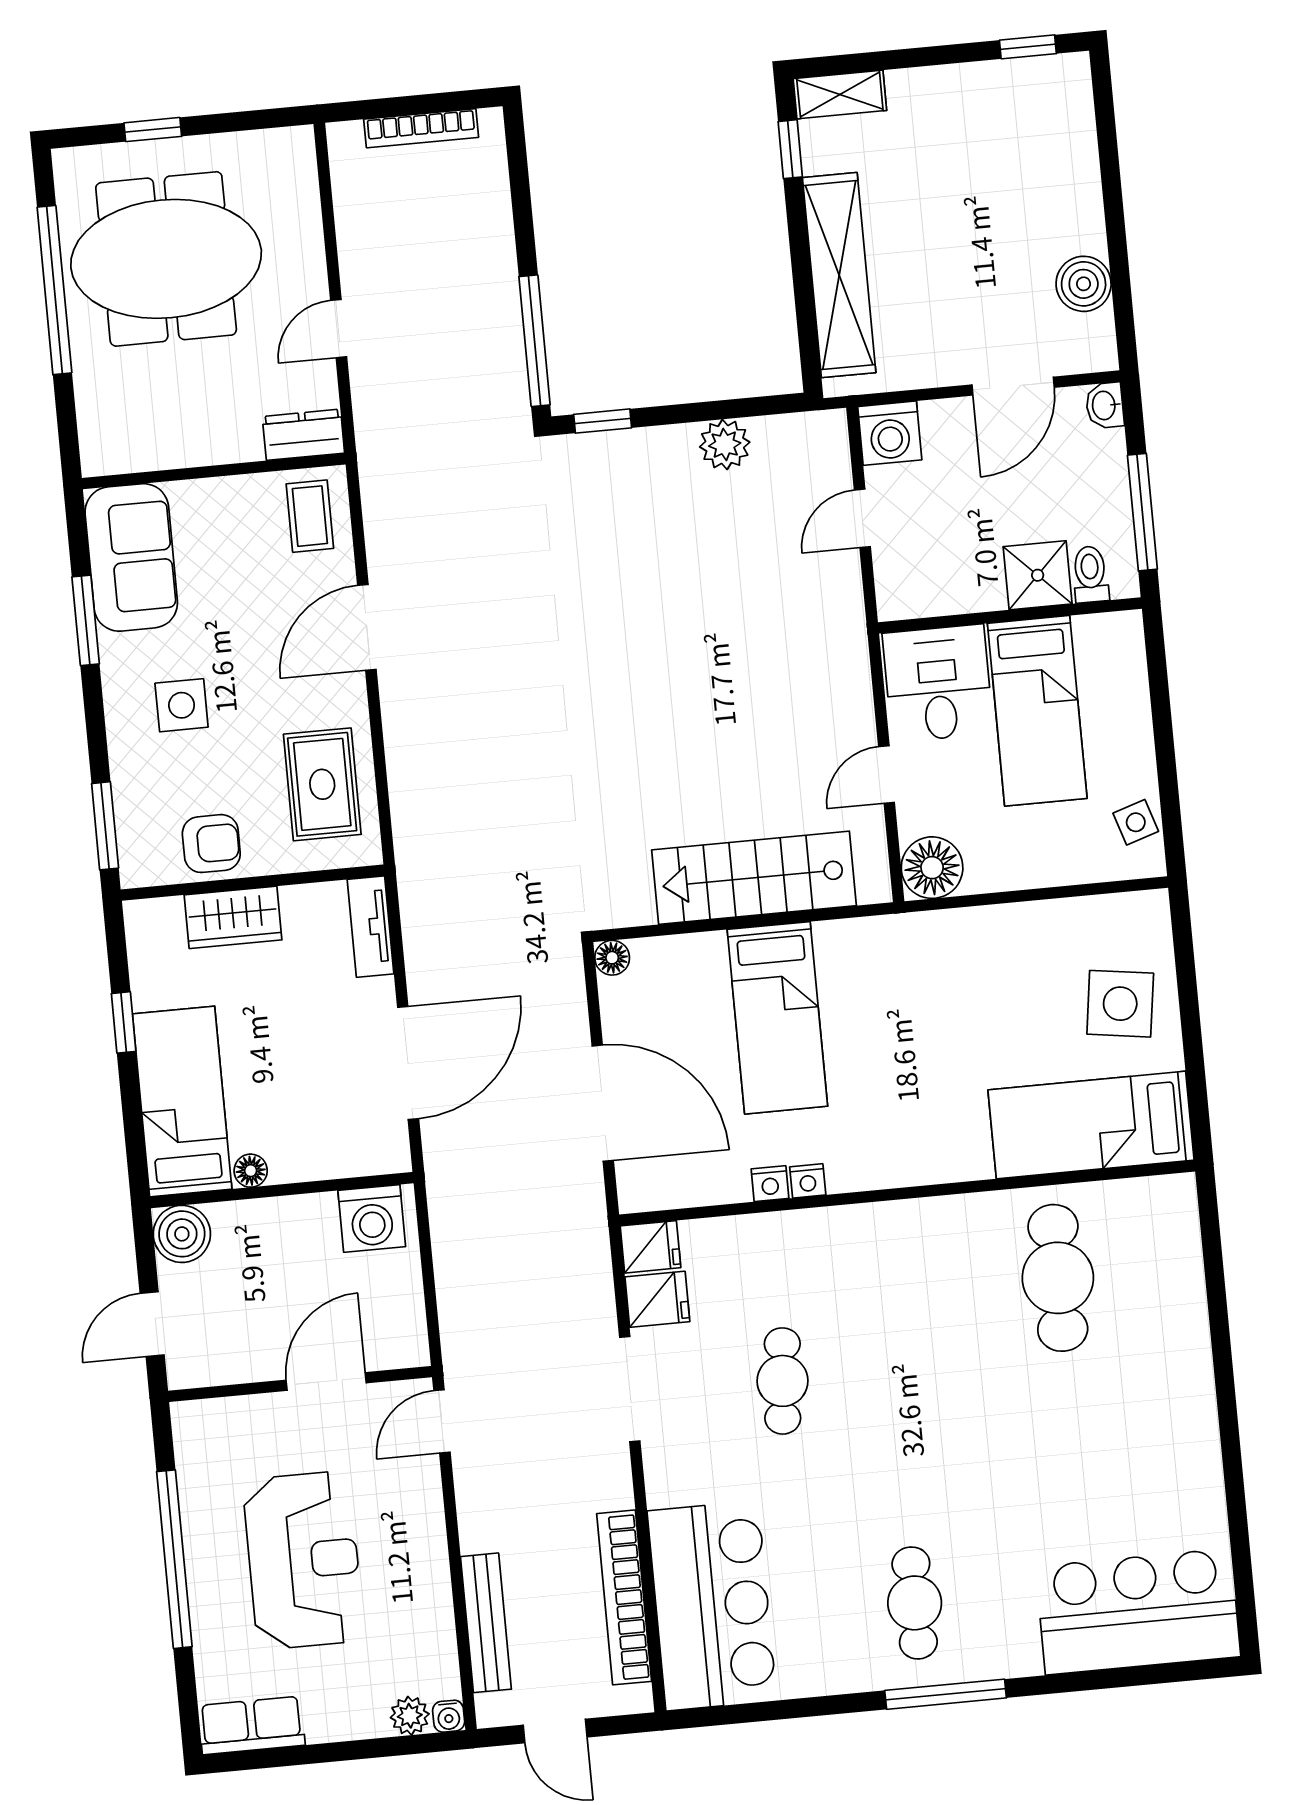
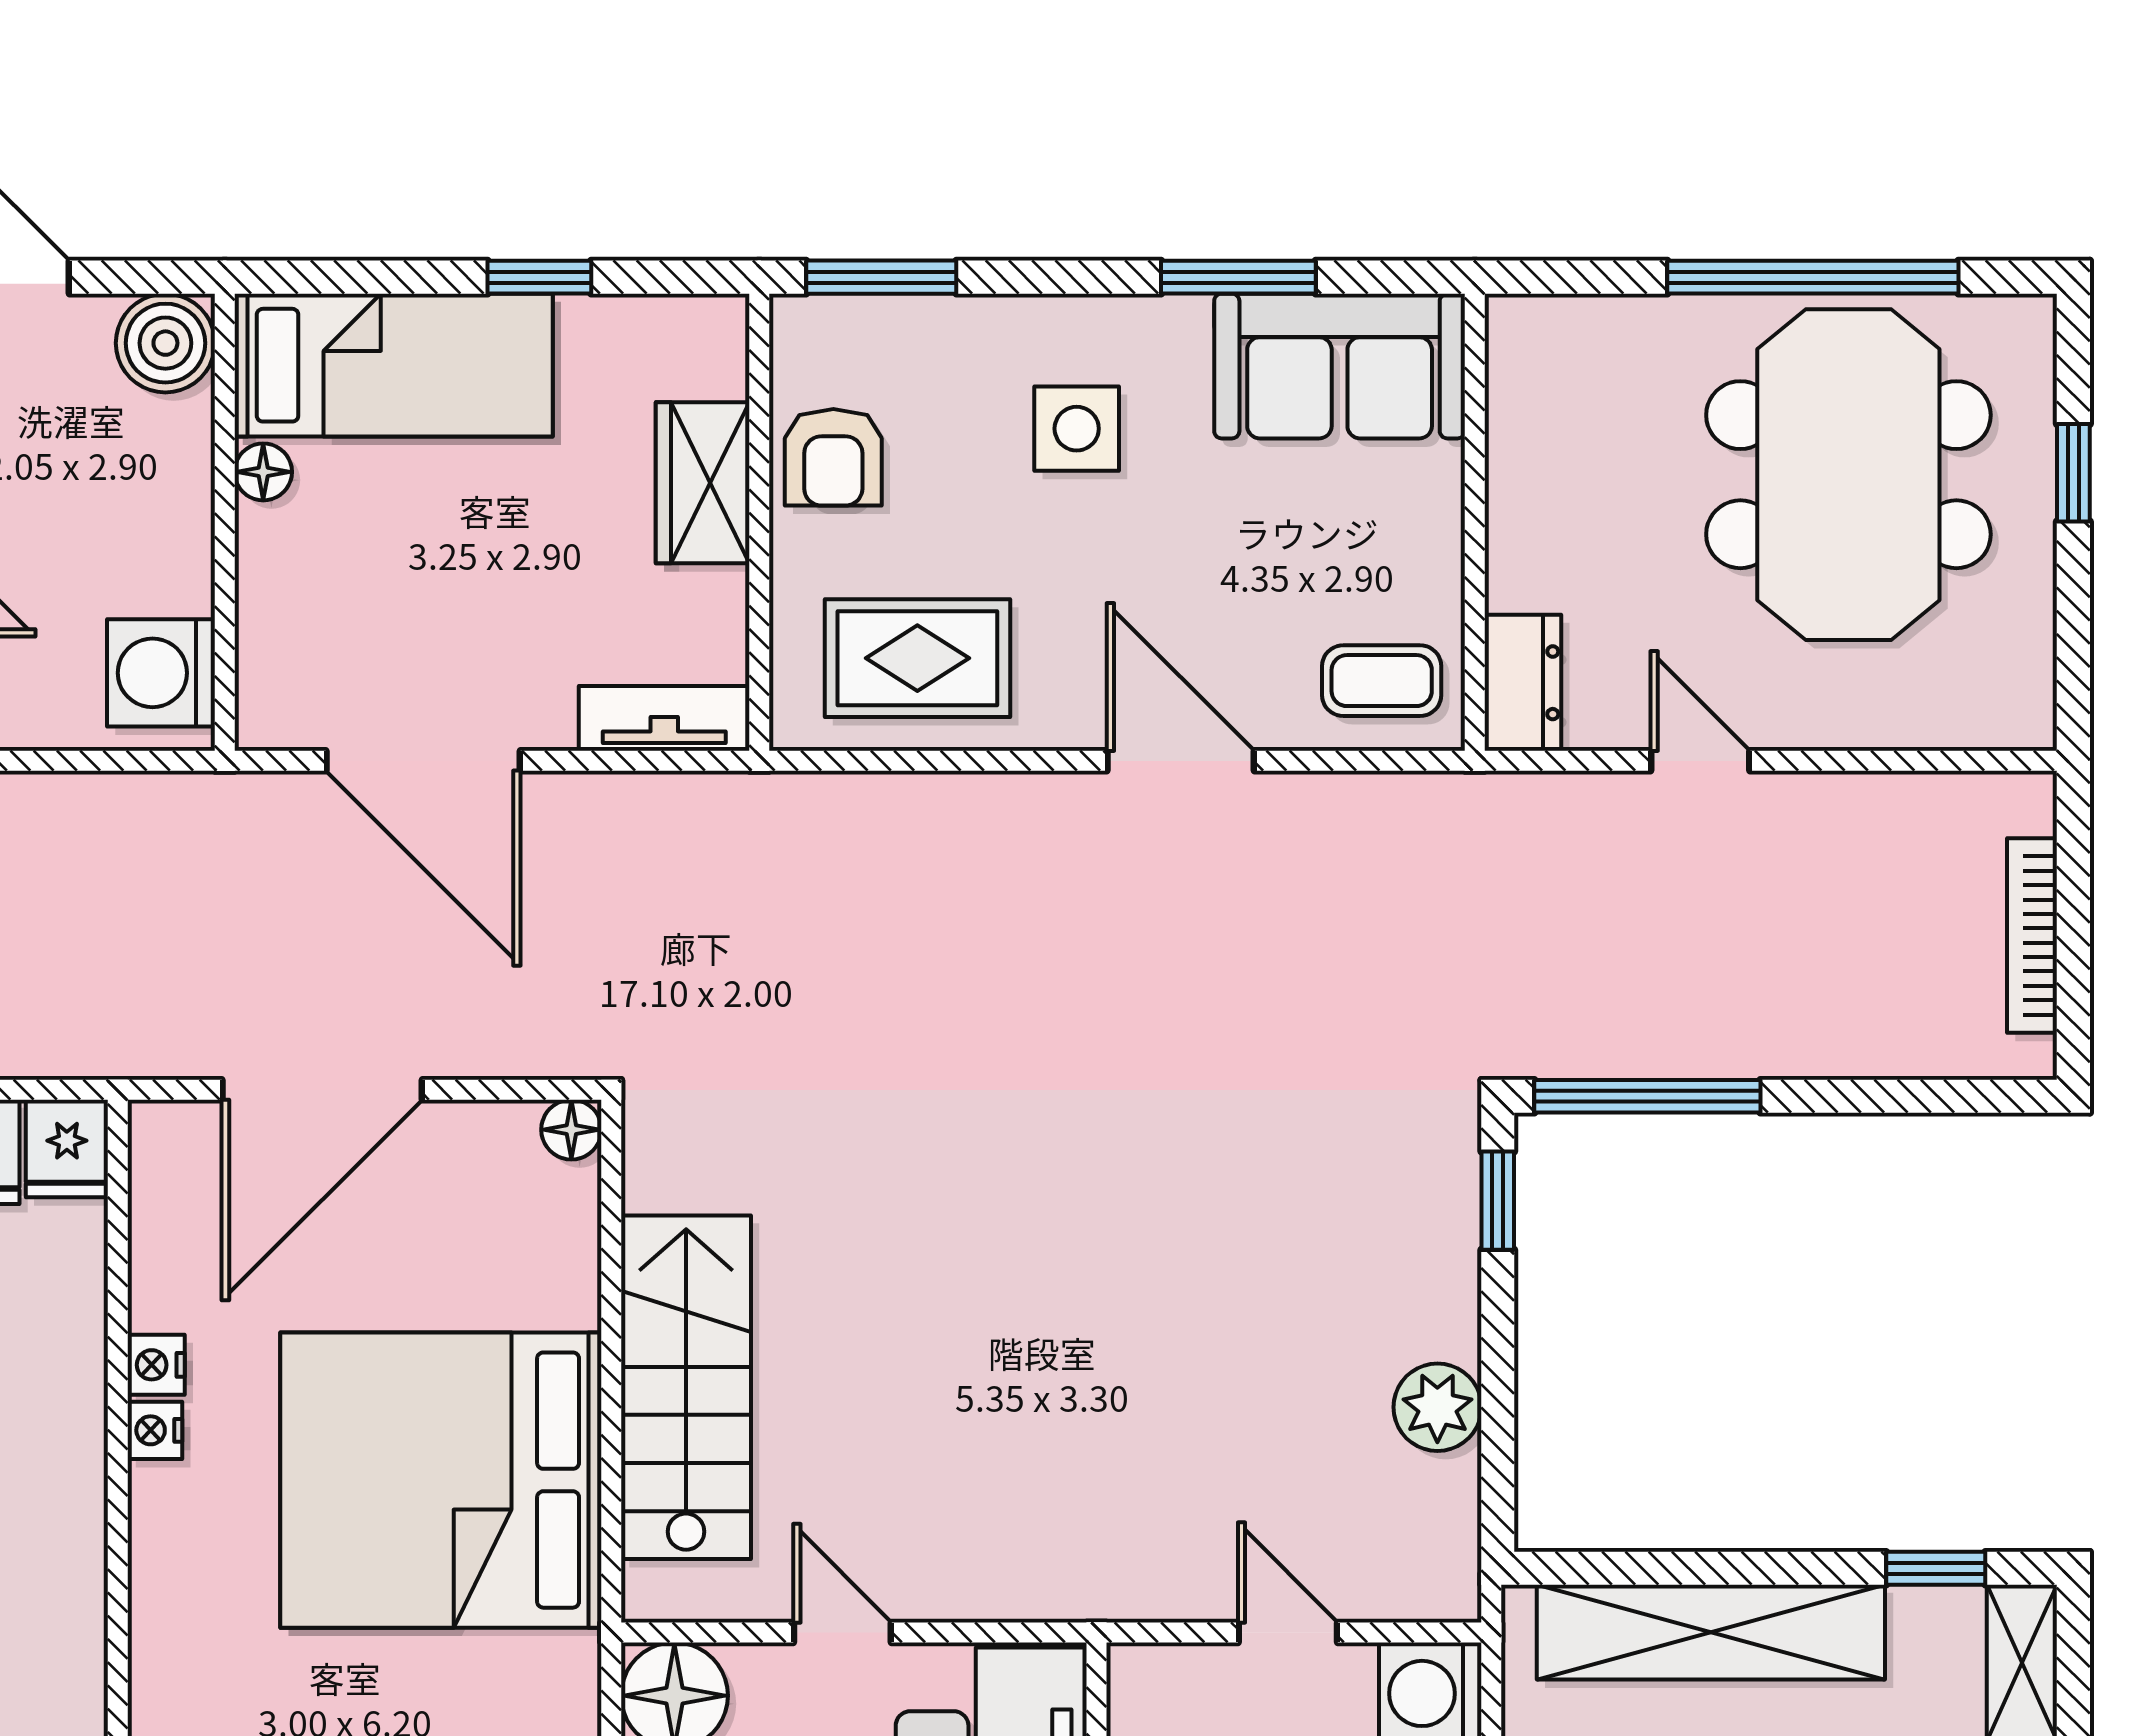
bed: (777, 1018) -> (441, 1480), width x2.04

